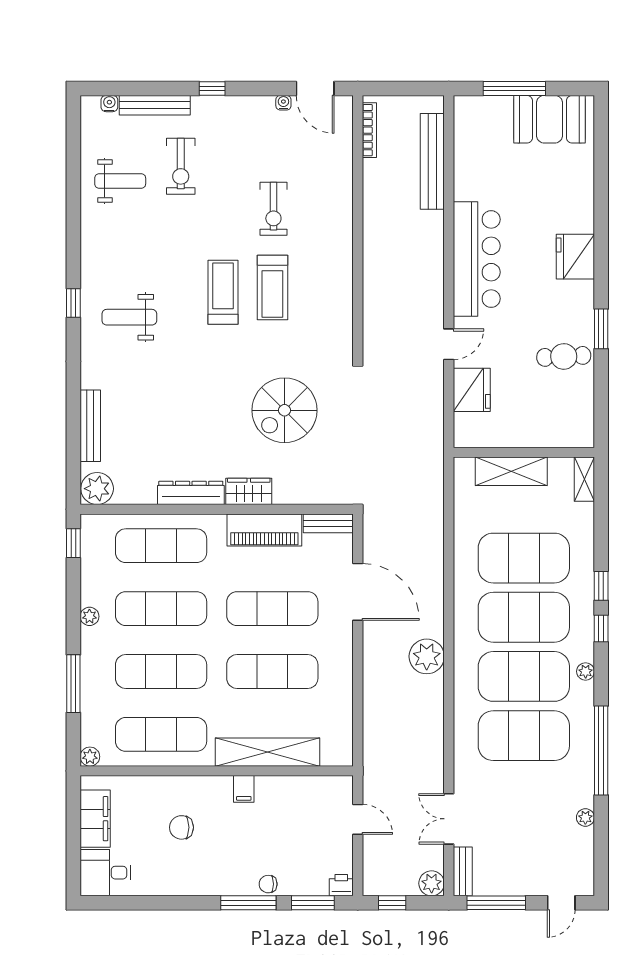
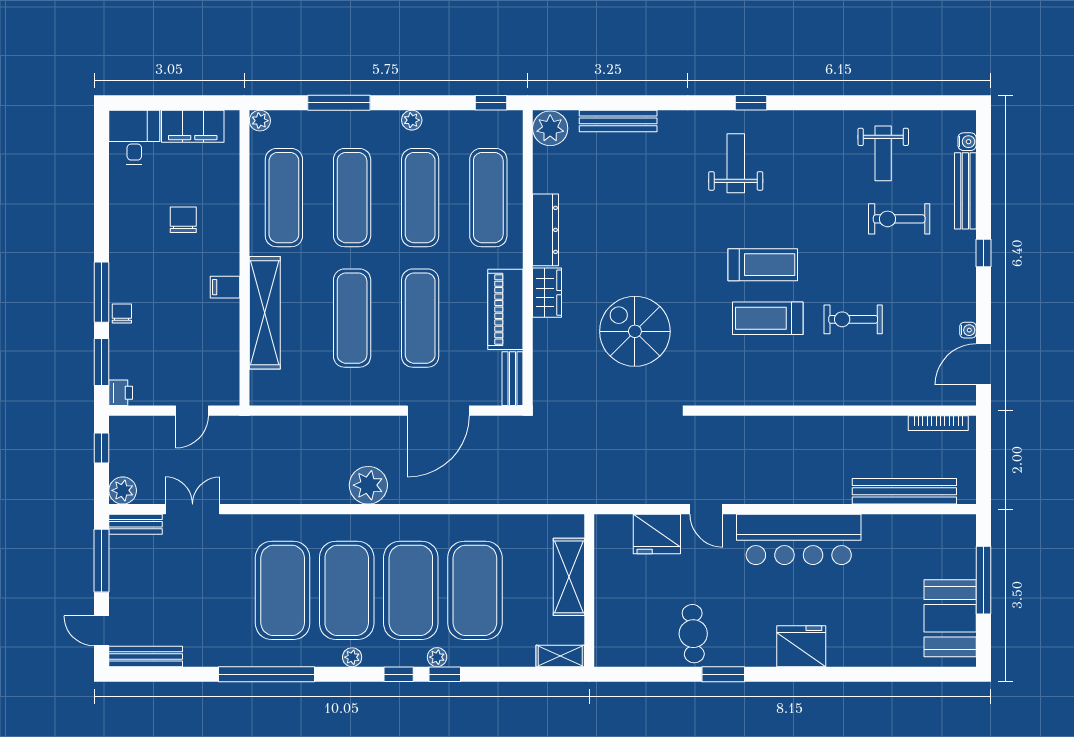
plant: (585, 818) -> (437, 657), moved
bench: (585, 862) -> (146, 656), added

